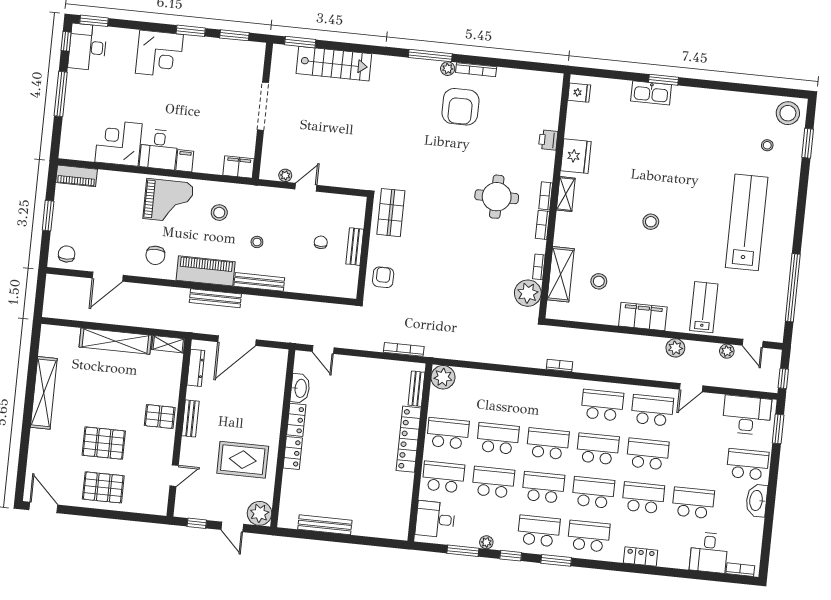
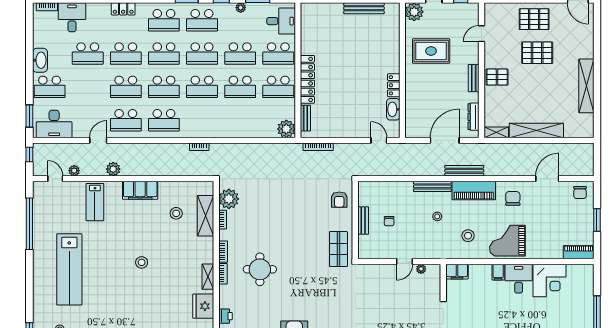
locker: (293, 453) -> (394, 60), removed

